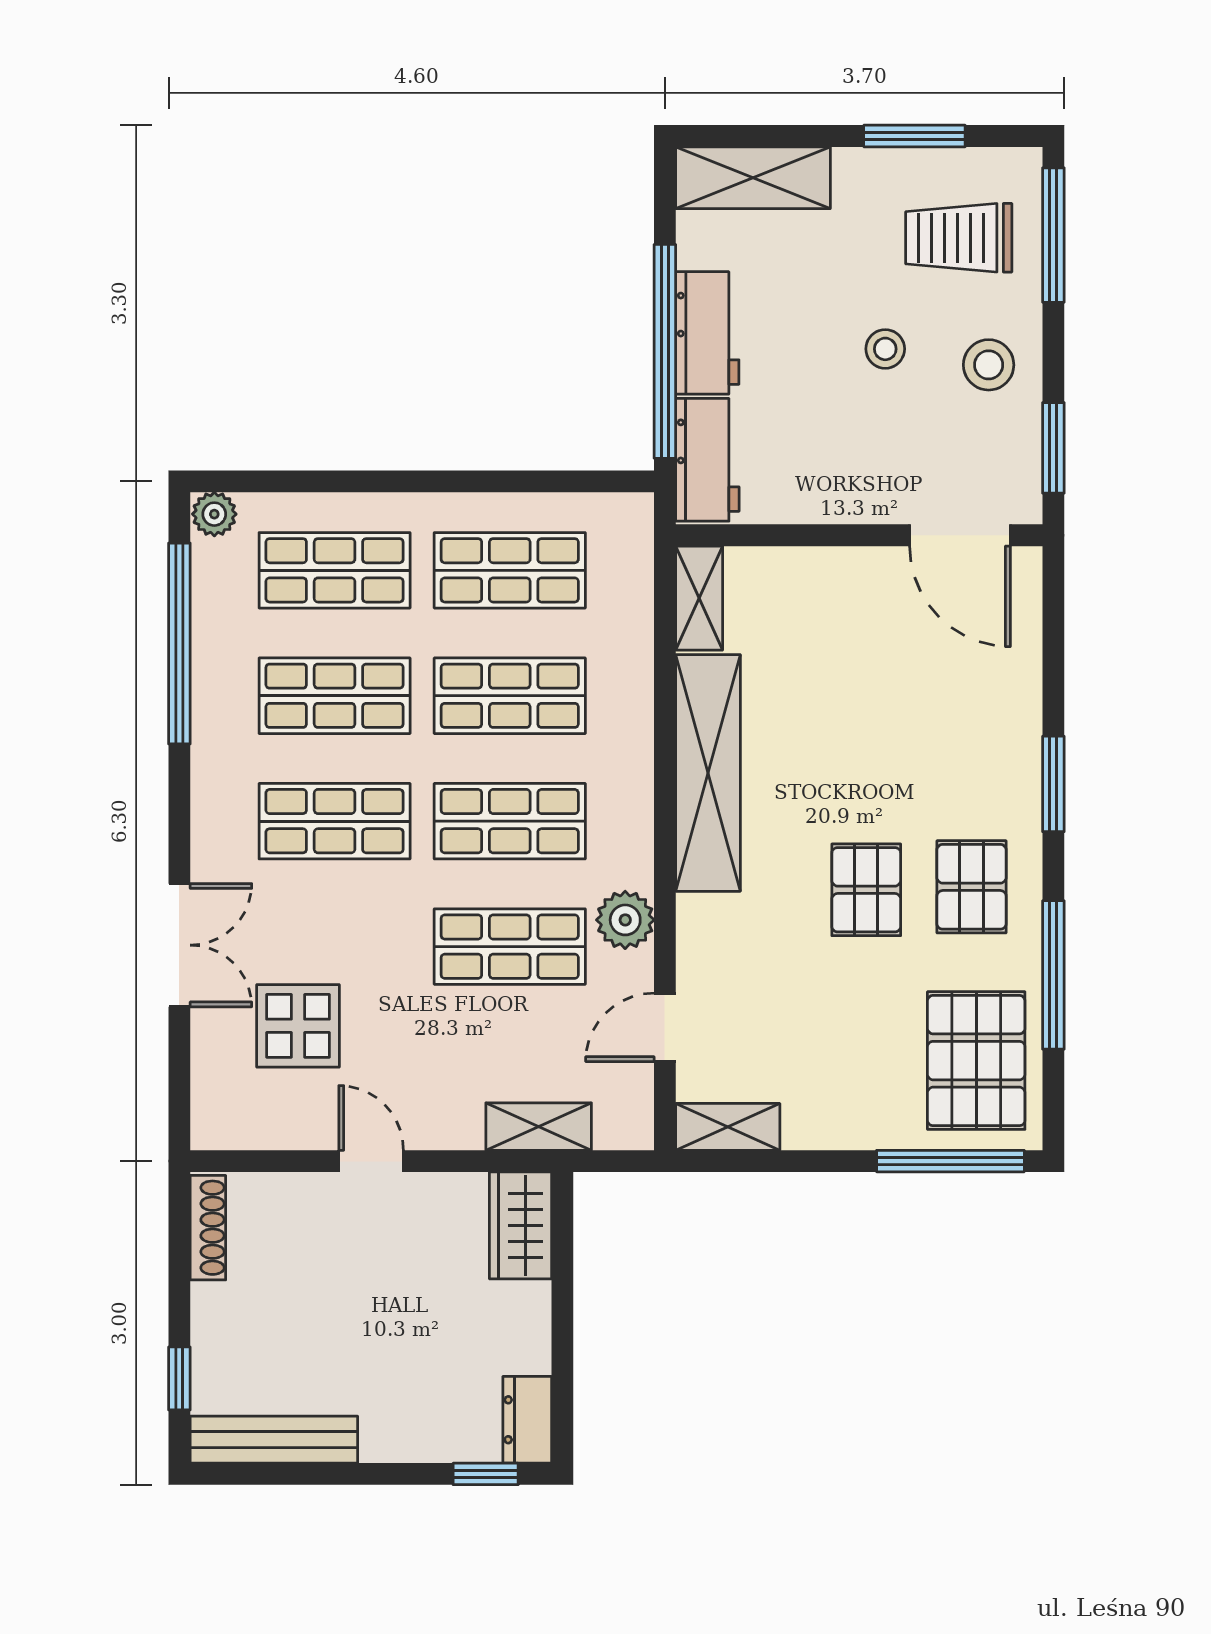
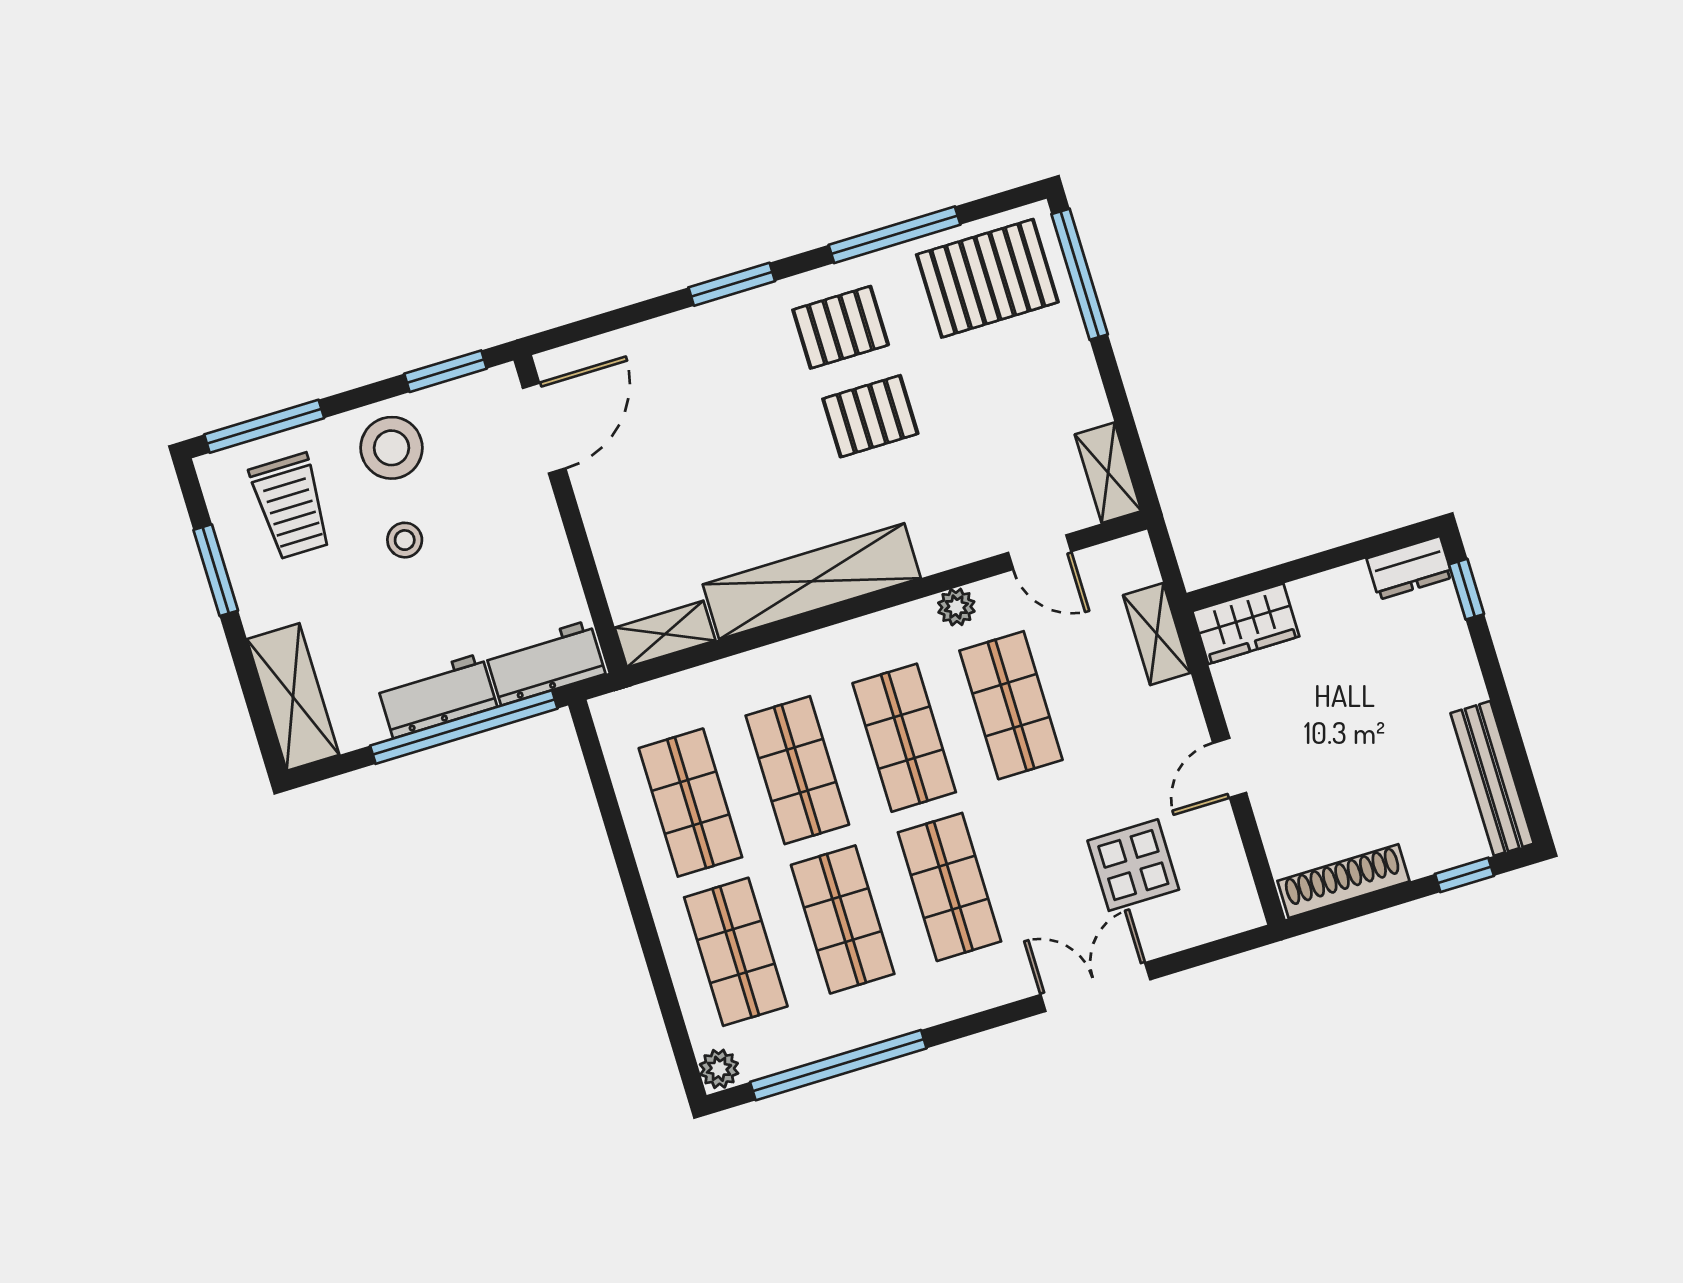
stool: (989, 365) -> (392, 448), width x1.38, depth x1.38
plant: (625, 920) -> (956, 607), width x0.73, depth x0.73
shoe rack: (208, 1228) -> (1344, 881), width x1.36, depth x1.24

